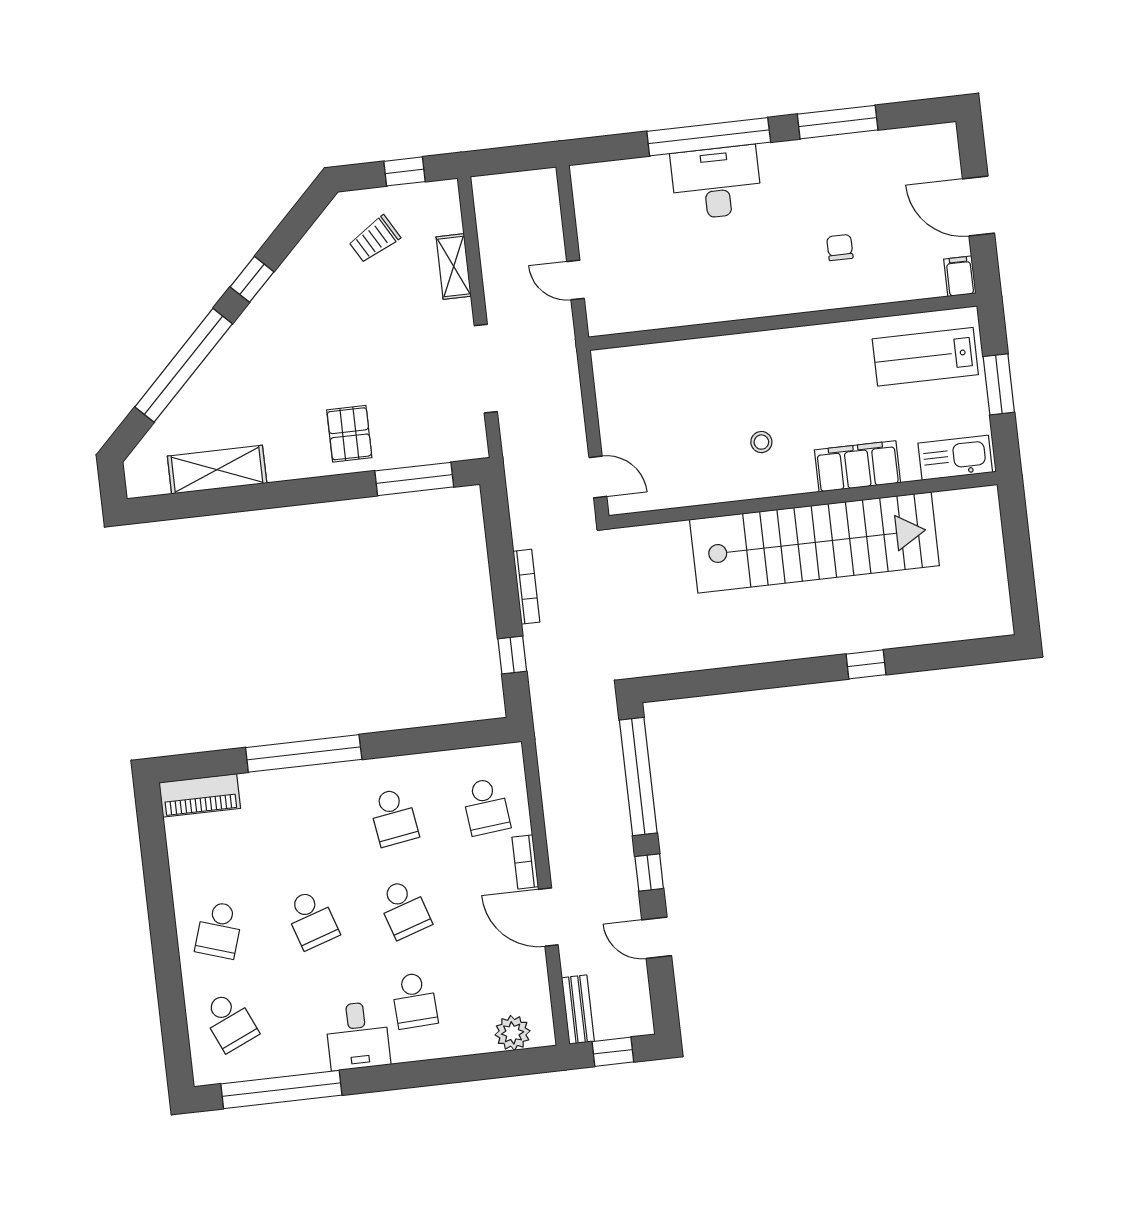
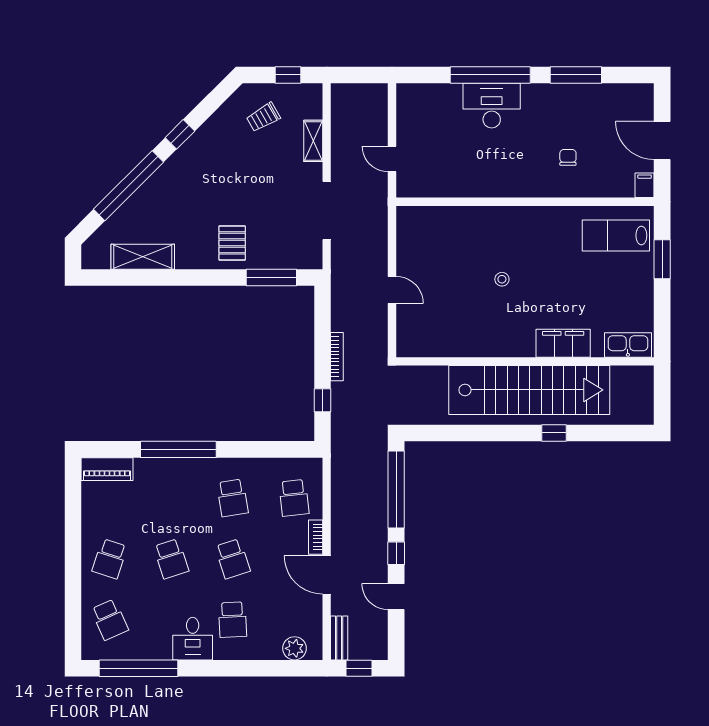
kitchen sink: (955, 458) -> (628, 345), moved
filing cabinet: (857, 466) -> (563, 343), moved
wall: (803, 500) -> (525, 361), moved
stairs: (814, 542) -> (529, 390), moved

